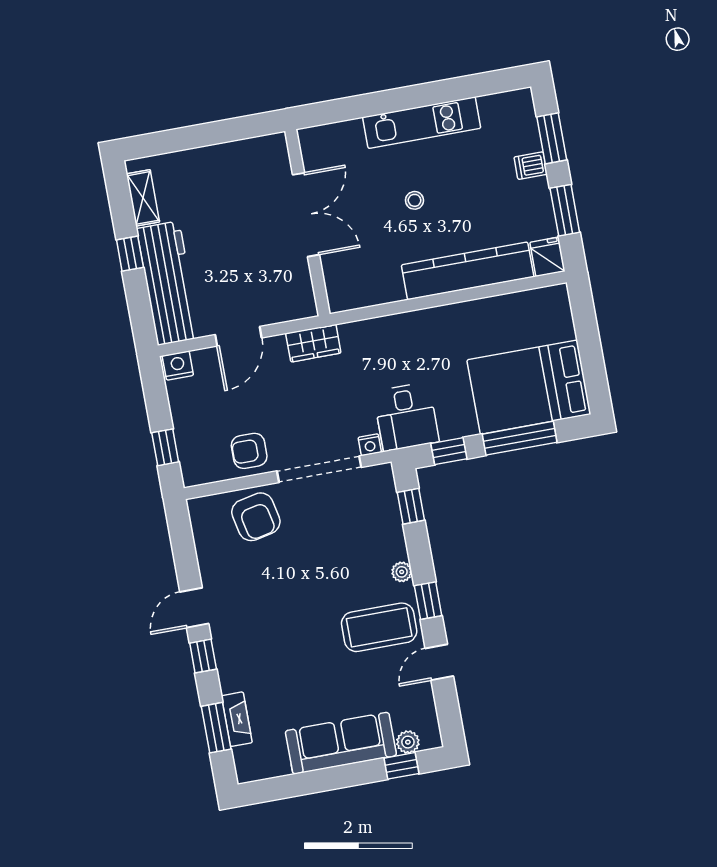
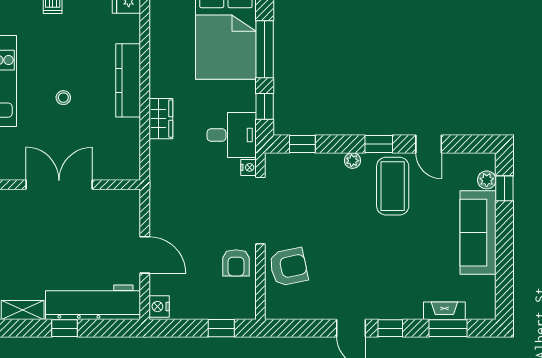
kitchen counter: (468, 271) -> (128, 80), width x0.72, depth x0.86
wardrobe: (313, 343) -> (161, 119), moved

